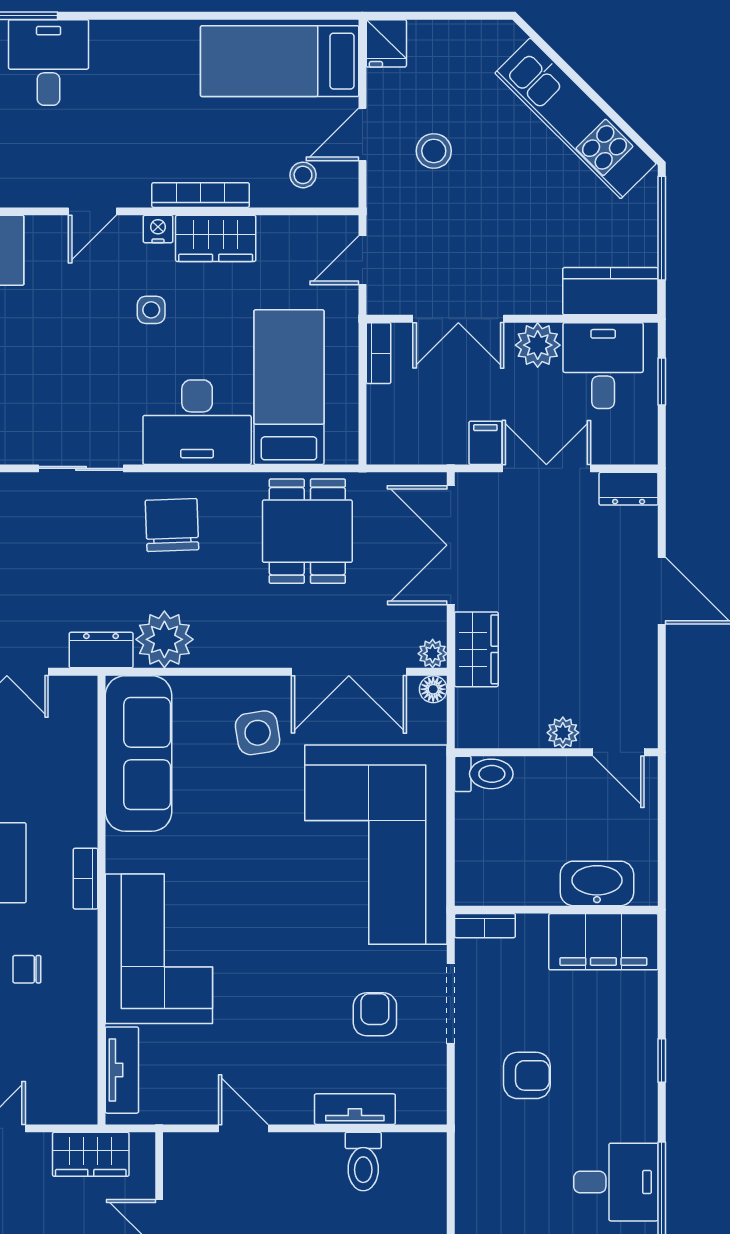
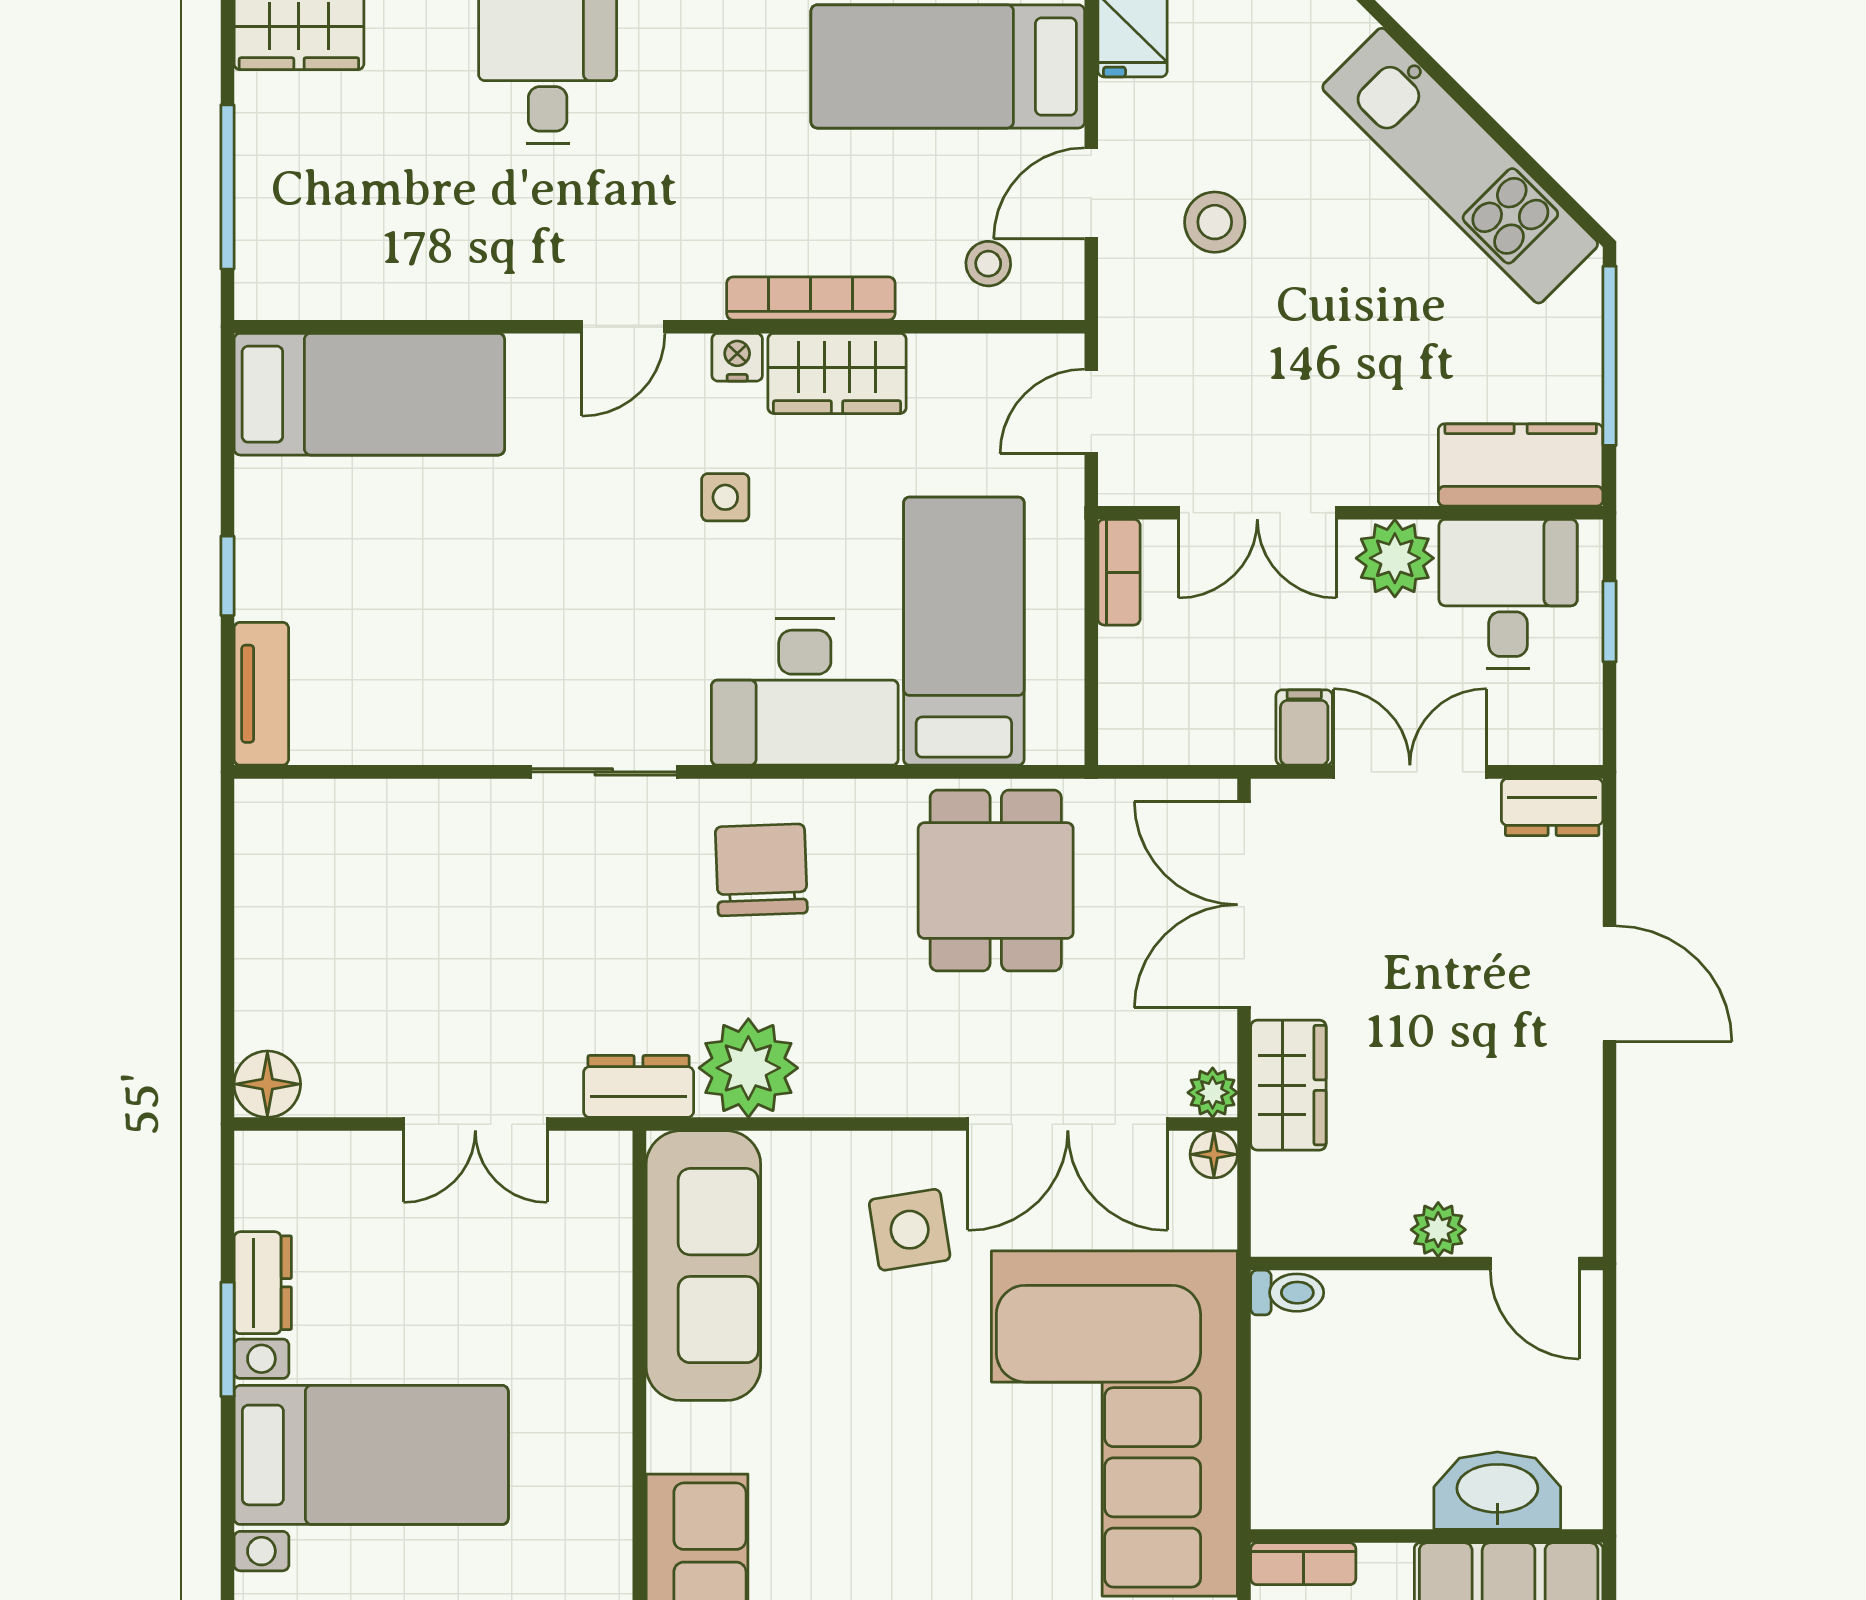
toilet: (484, 774) -> (1287, 1293), width x0.73, depth x0.72
bookcase: (86, 879) -> (612, 1482), removed

